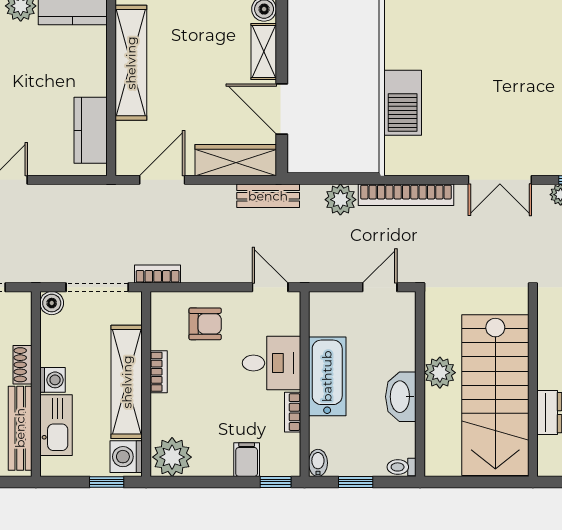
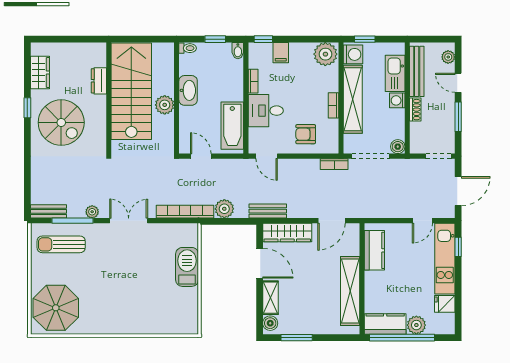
door: (380, 287) -> (201, 156), swing flipped
bathtub: (327, 376) -> (232, 126), moved

